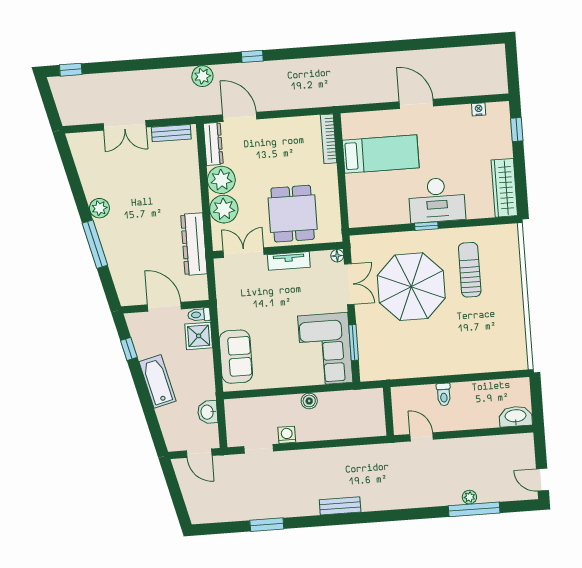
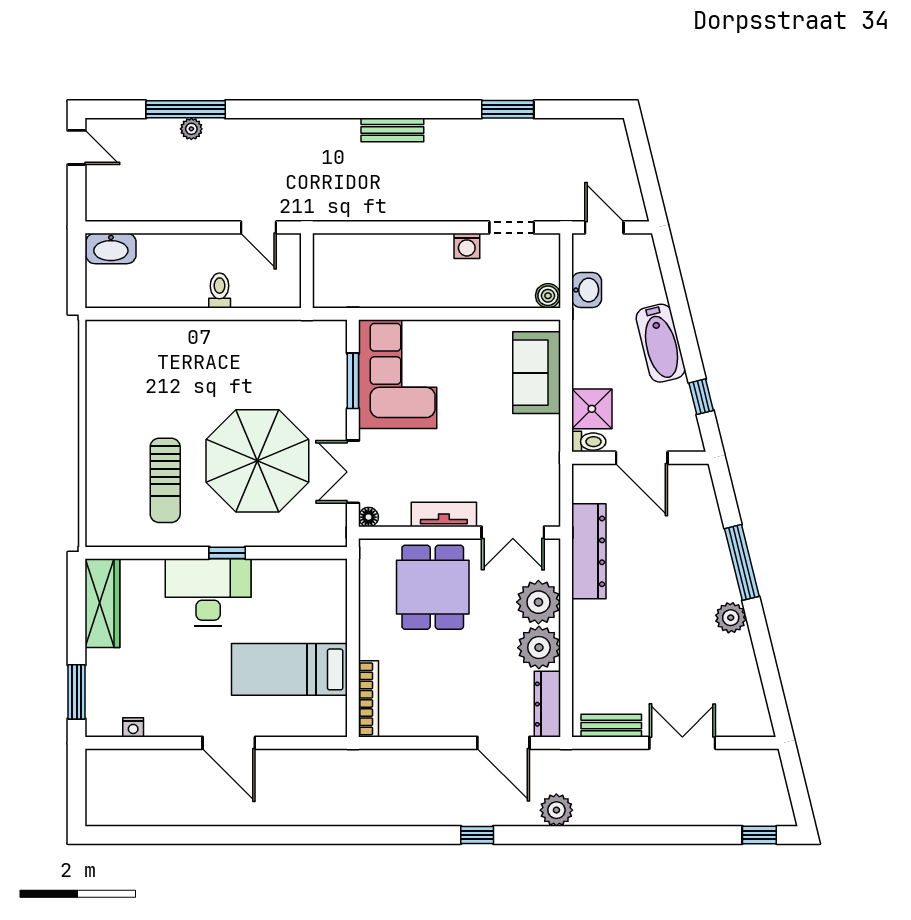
window: (517, 130) -> (77, 692), width x1.50
boiler: (309, 401) -> (548, 296), moved

